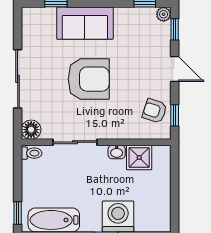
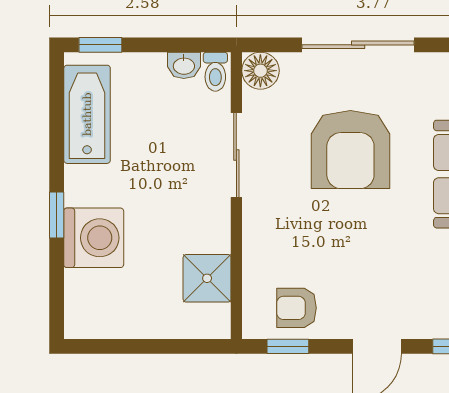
armchair: (89, 79) -> (350, 150), moved
armchair: (155, 111) -> (296, 308), turned -108
washbasin: (117, 152) -> (184, 65), moved, turned -90

